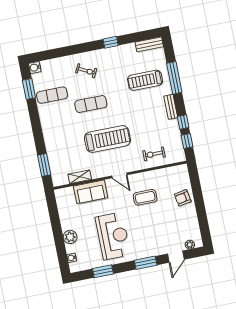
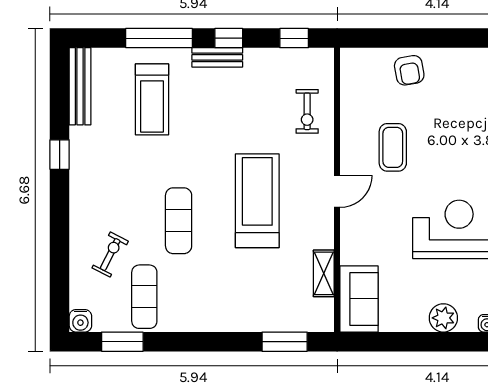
bench: (149, 44) -> (80, 86), width x1.36
exercise bike: (86, 71) -> (110, 255), moved
window: (183, 122) -> (229, 38), moved
sofa: (91, 192) -> (359, 299), moved

